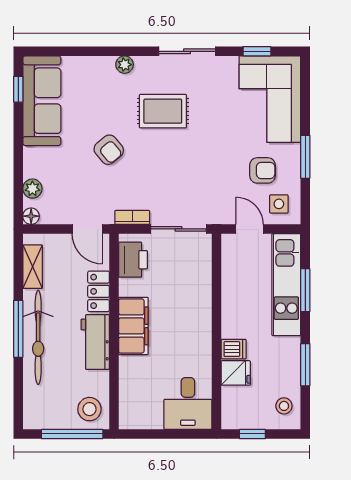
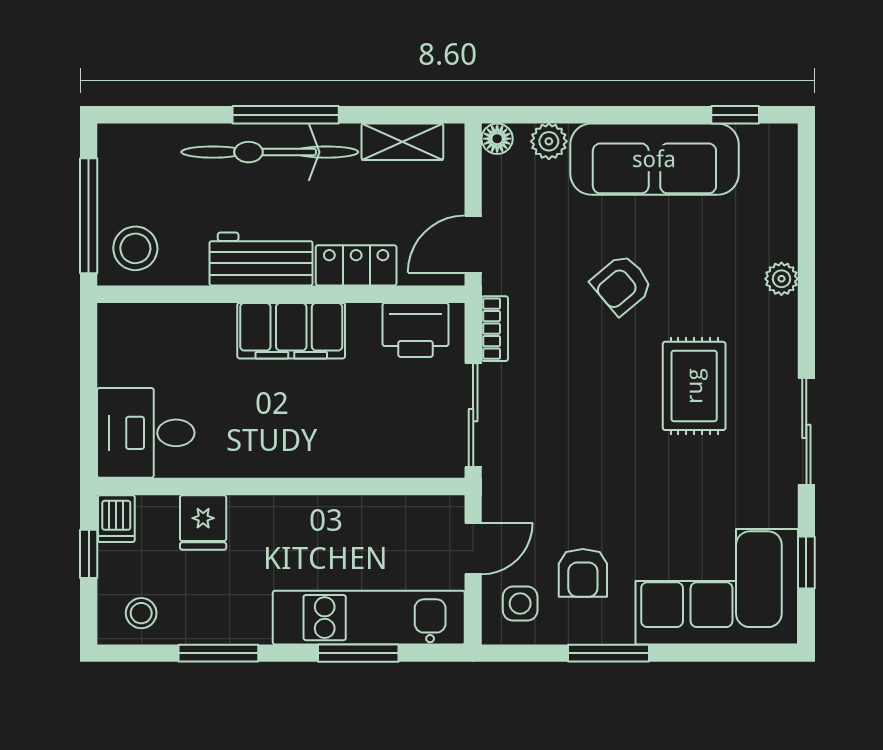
plant: (125, 65) -> (781, 279), moved
sofa: (42, 101) -> (654, 159), moved
dishwasher: (234, 349) -> (116, 519), moved

